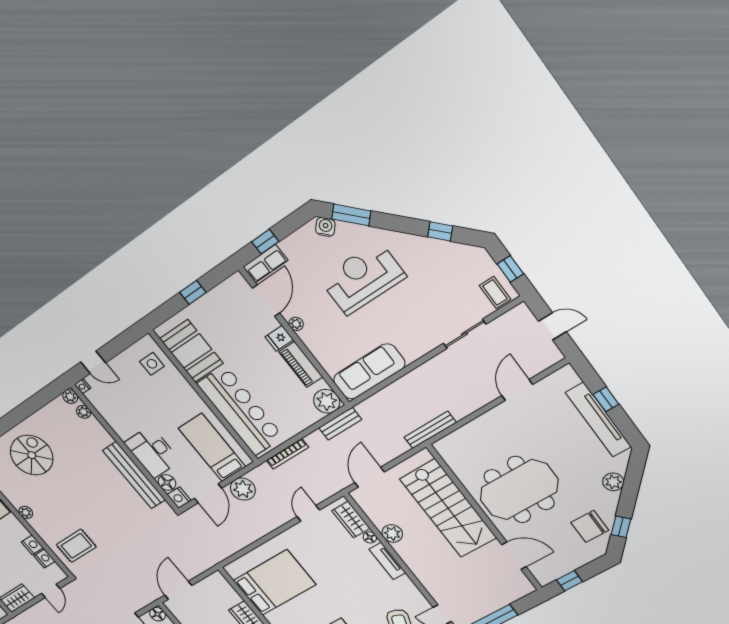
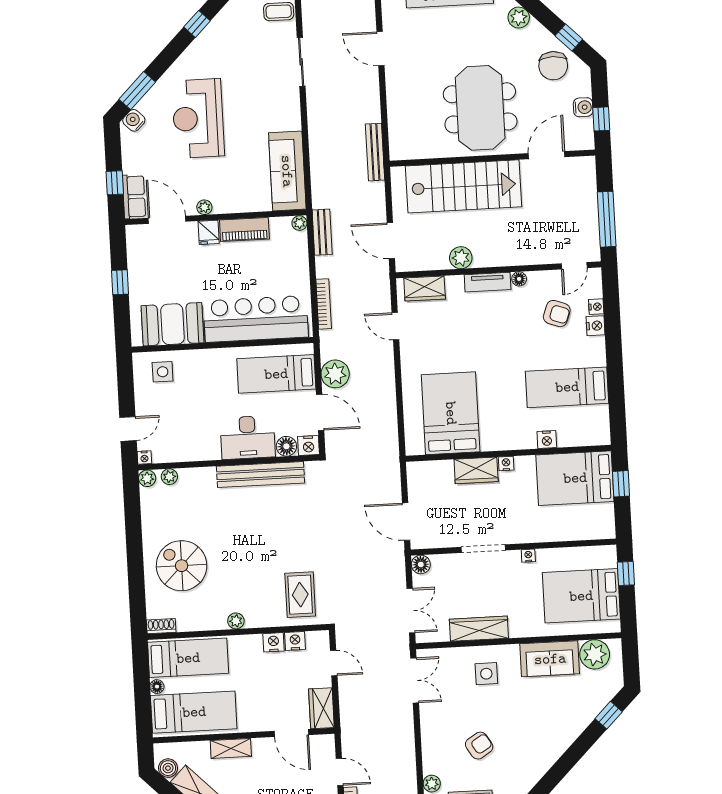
plant: (327, 401) -> (299, 223), width x0.53, depth x0.53
floor lamp: (370, 537) -> (519, 279), moved
water cooler: (570, 564) -> (583, 107), added

